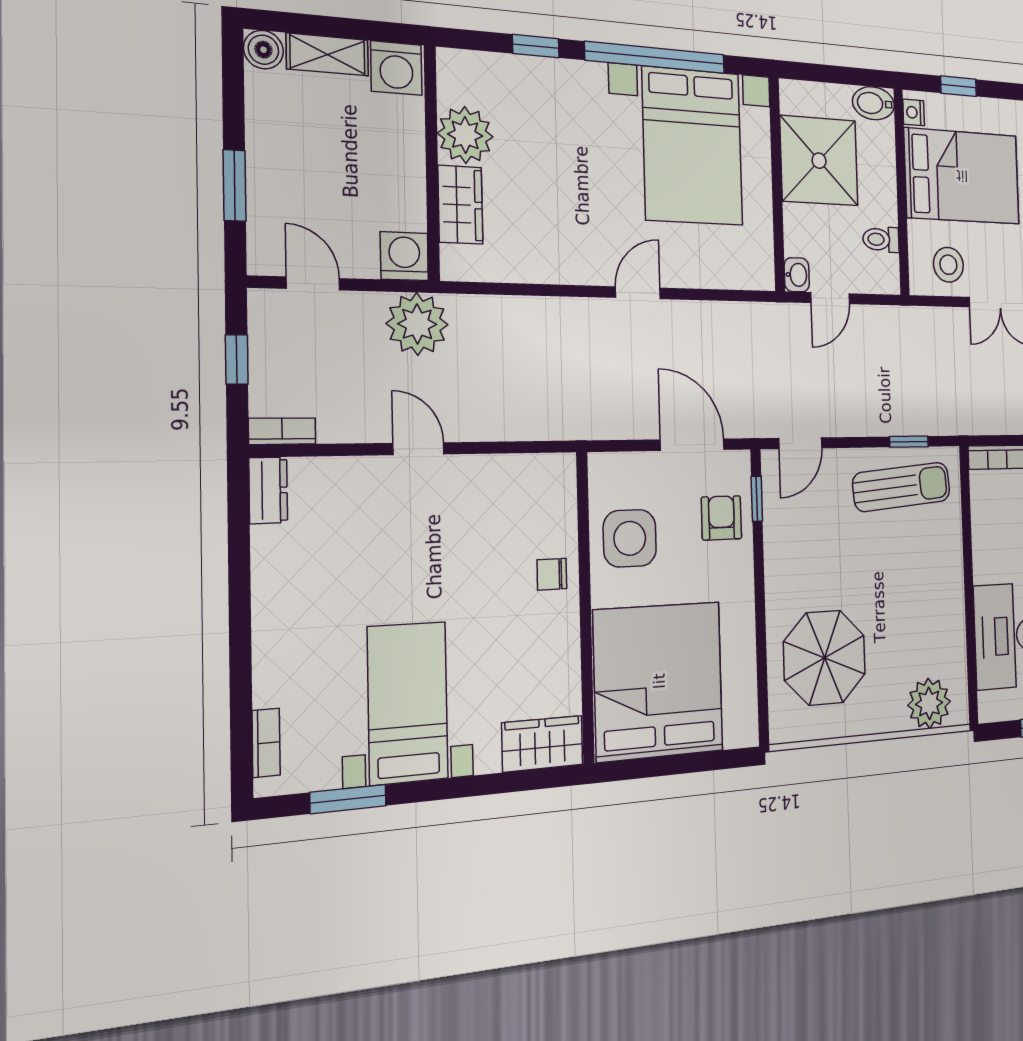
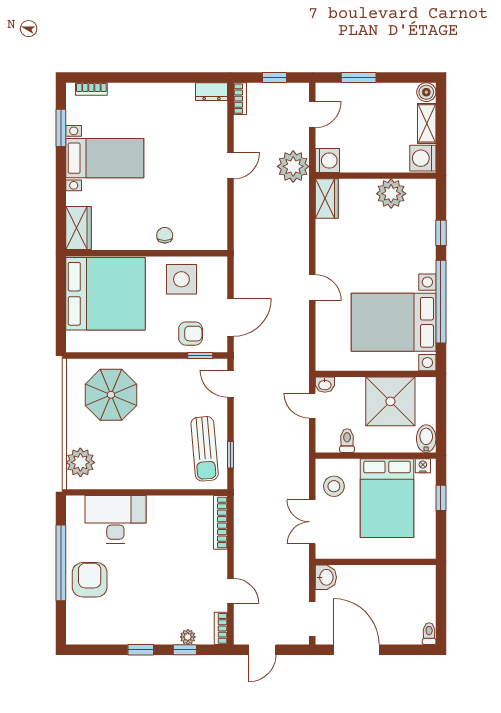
wardrobe: (460, 205) -> (327, 199), moved, turned -90

